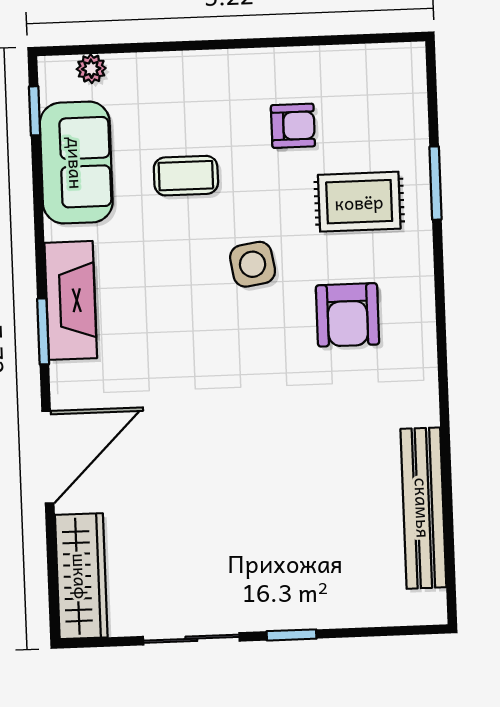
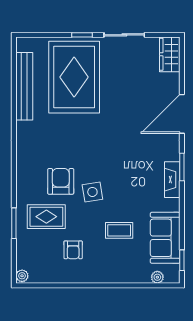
plant: (411, 60) -> (22, 276), added
armchair: (293, 126) -> (73, 250), turned -90
fireplace: (71, 300) -> (172, 180), width x0.73, depth x0.76
armchair: (348, 315) -> (61, 181), moved
rug: (306, 534) -> (74, 77), added
wardrobe: (81, 576) -> (170, 54), width x0.67

